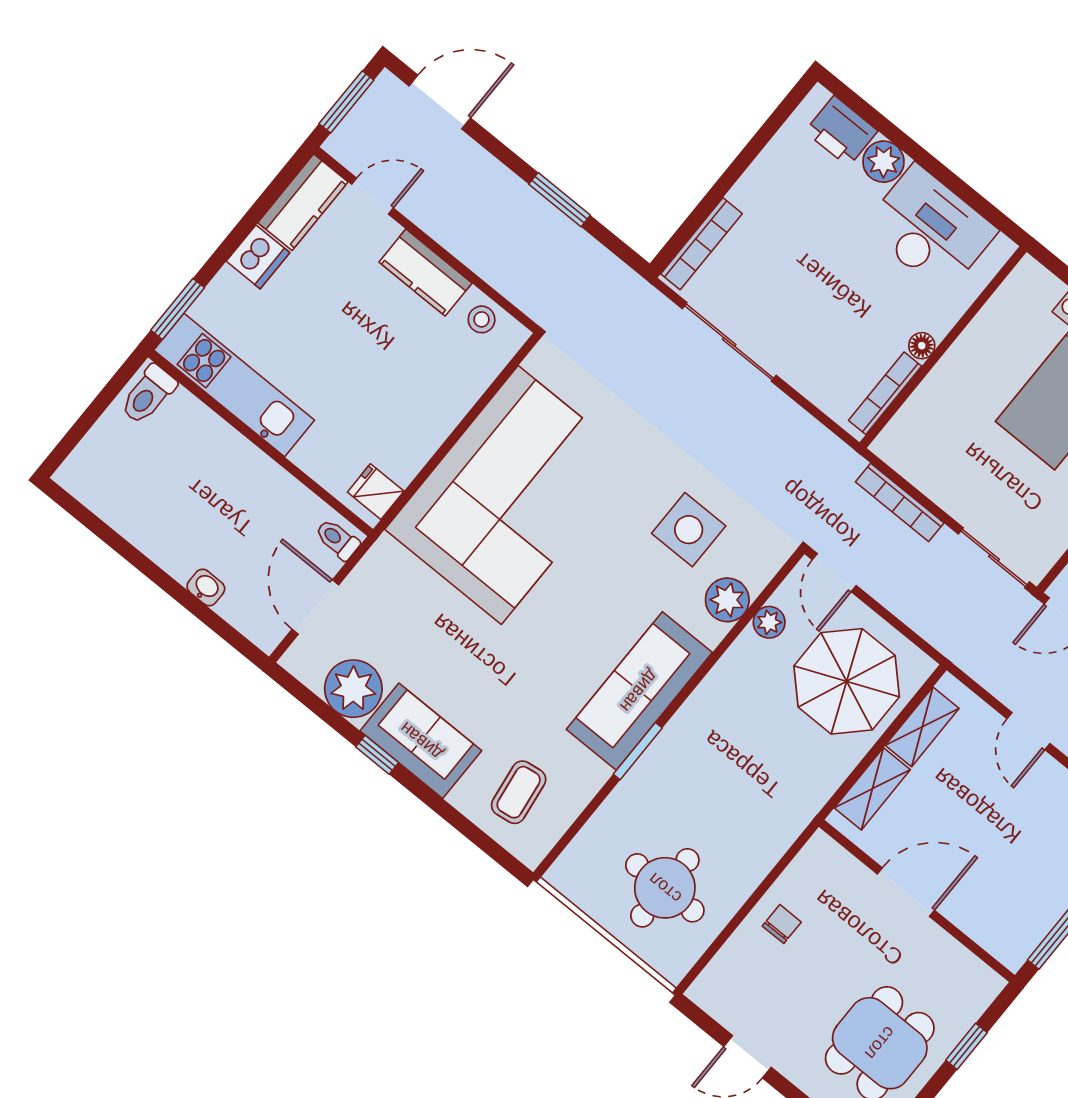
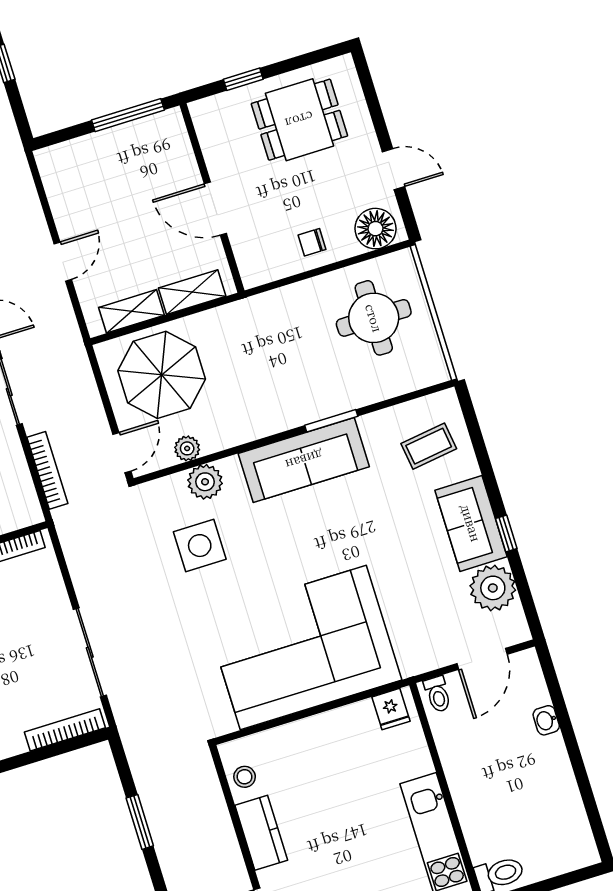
floor lamp: (725, 982) -> (375, 229), added

